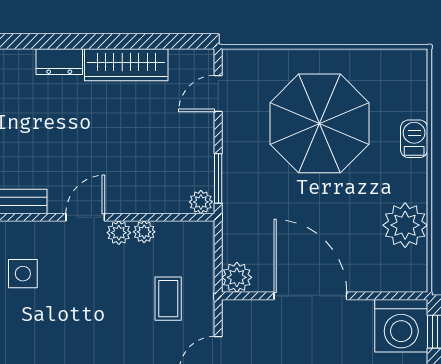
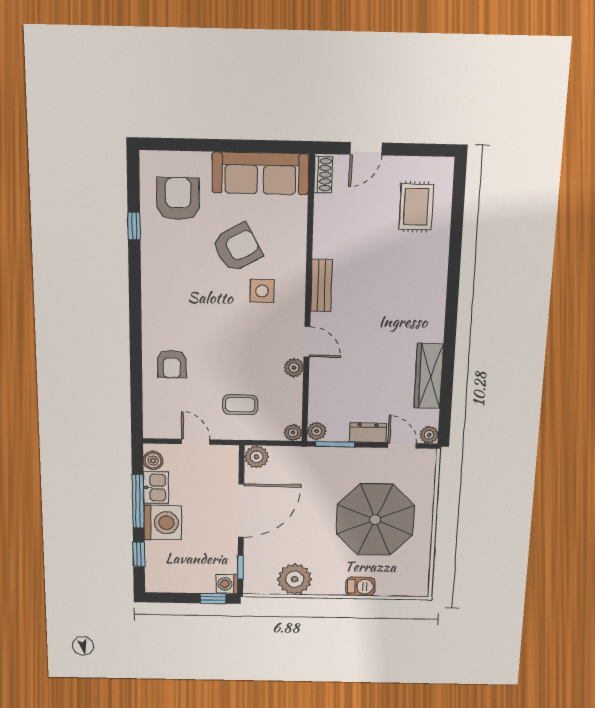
plant: (203, 60) -> (429, 435), added
dresser: (59, 62) -> (368, 433), moved, turned 90
plant: (144, 232) -> (293, 433), moved
window: (389, 296) -> (241, 567), added
washing machine: (401, 326) -> (227, 584), width x0.53, depth x0.53

